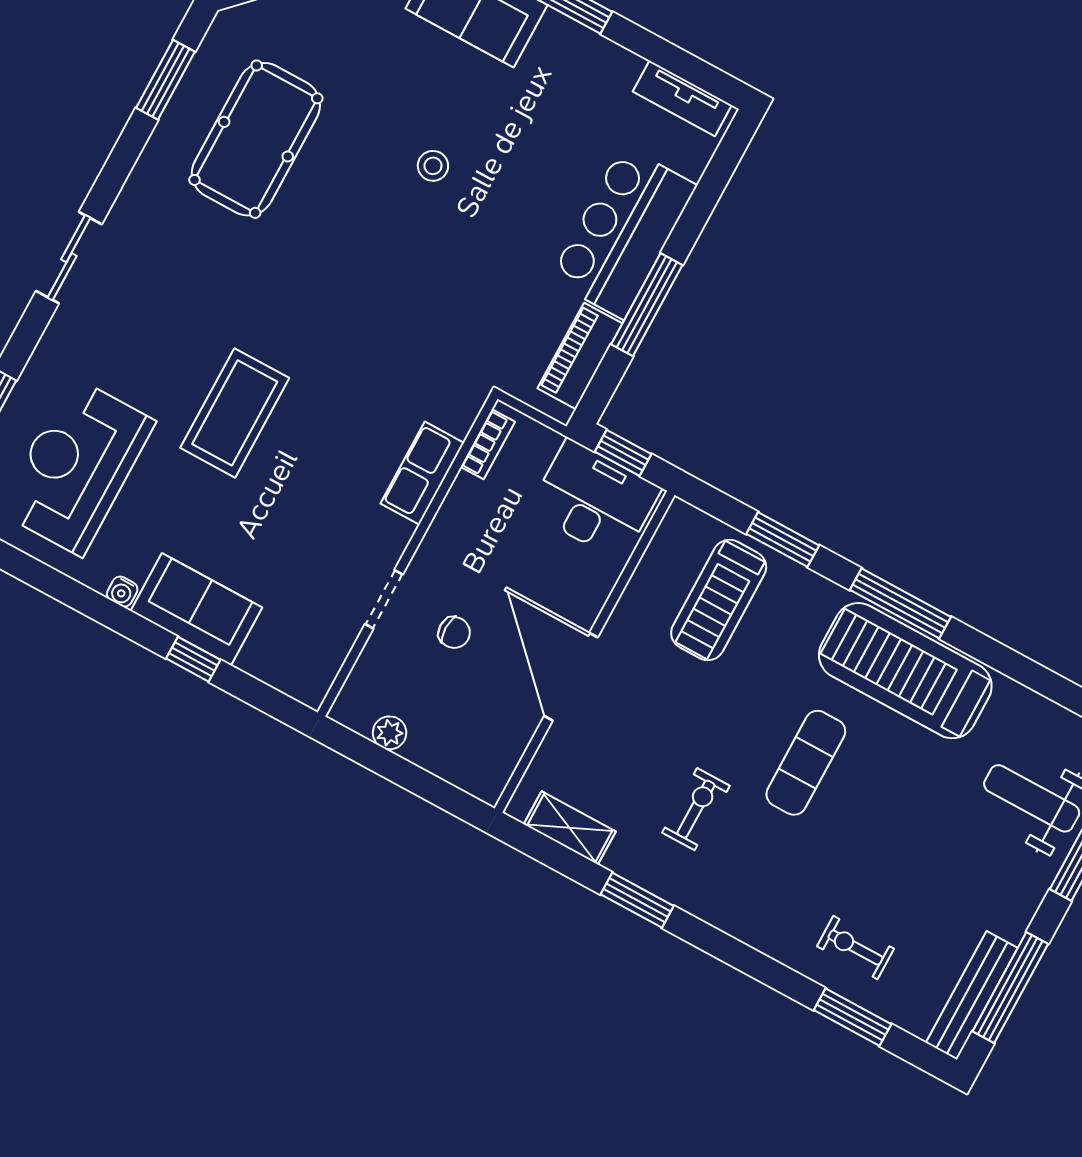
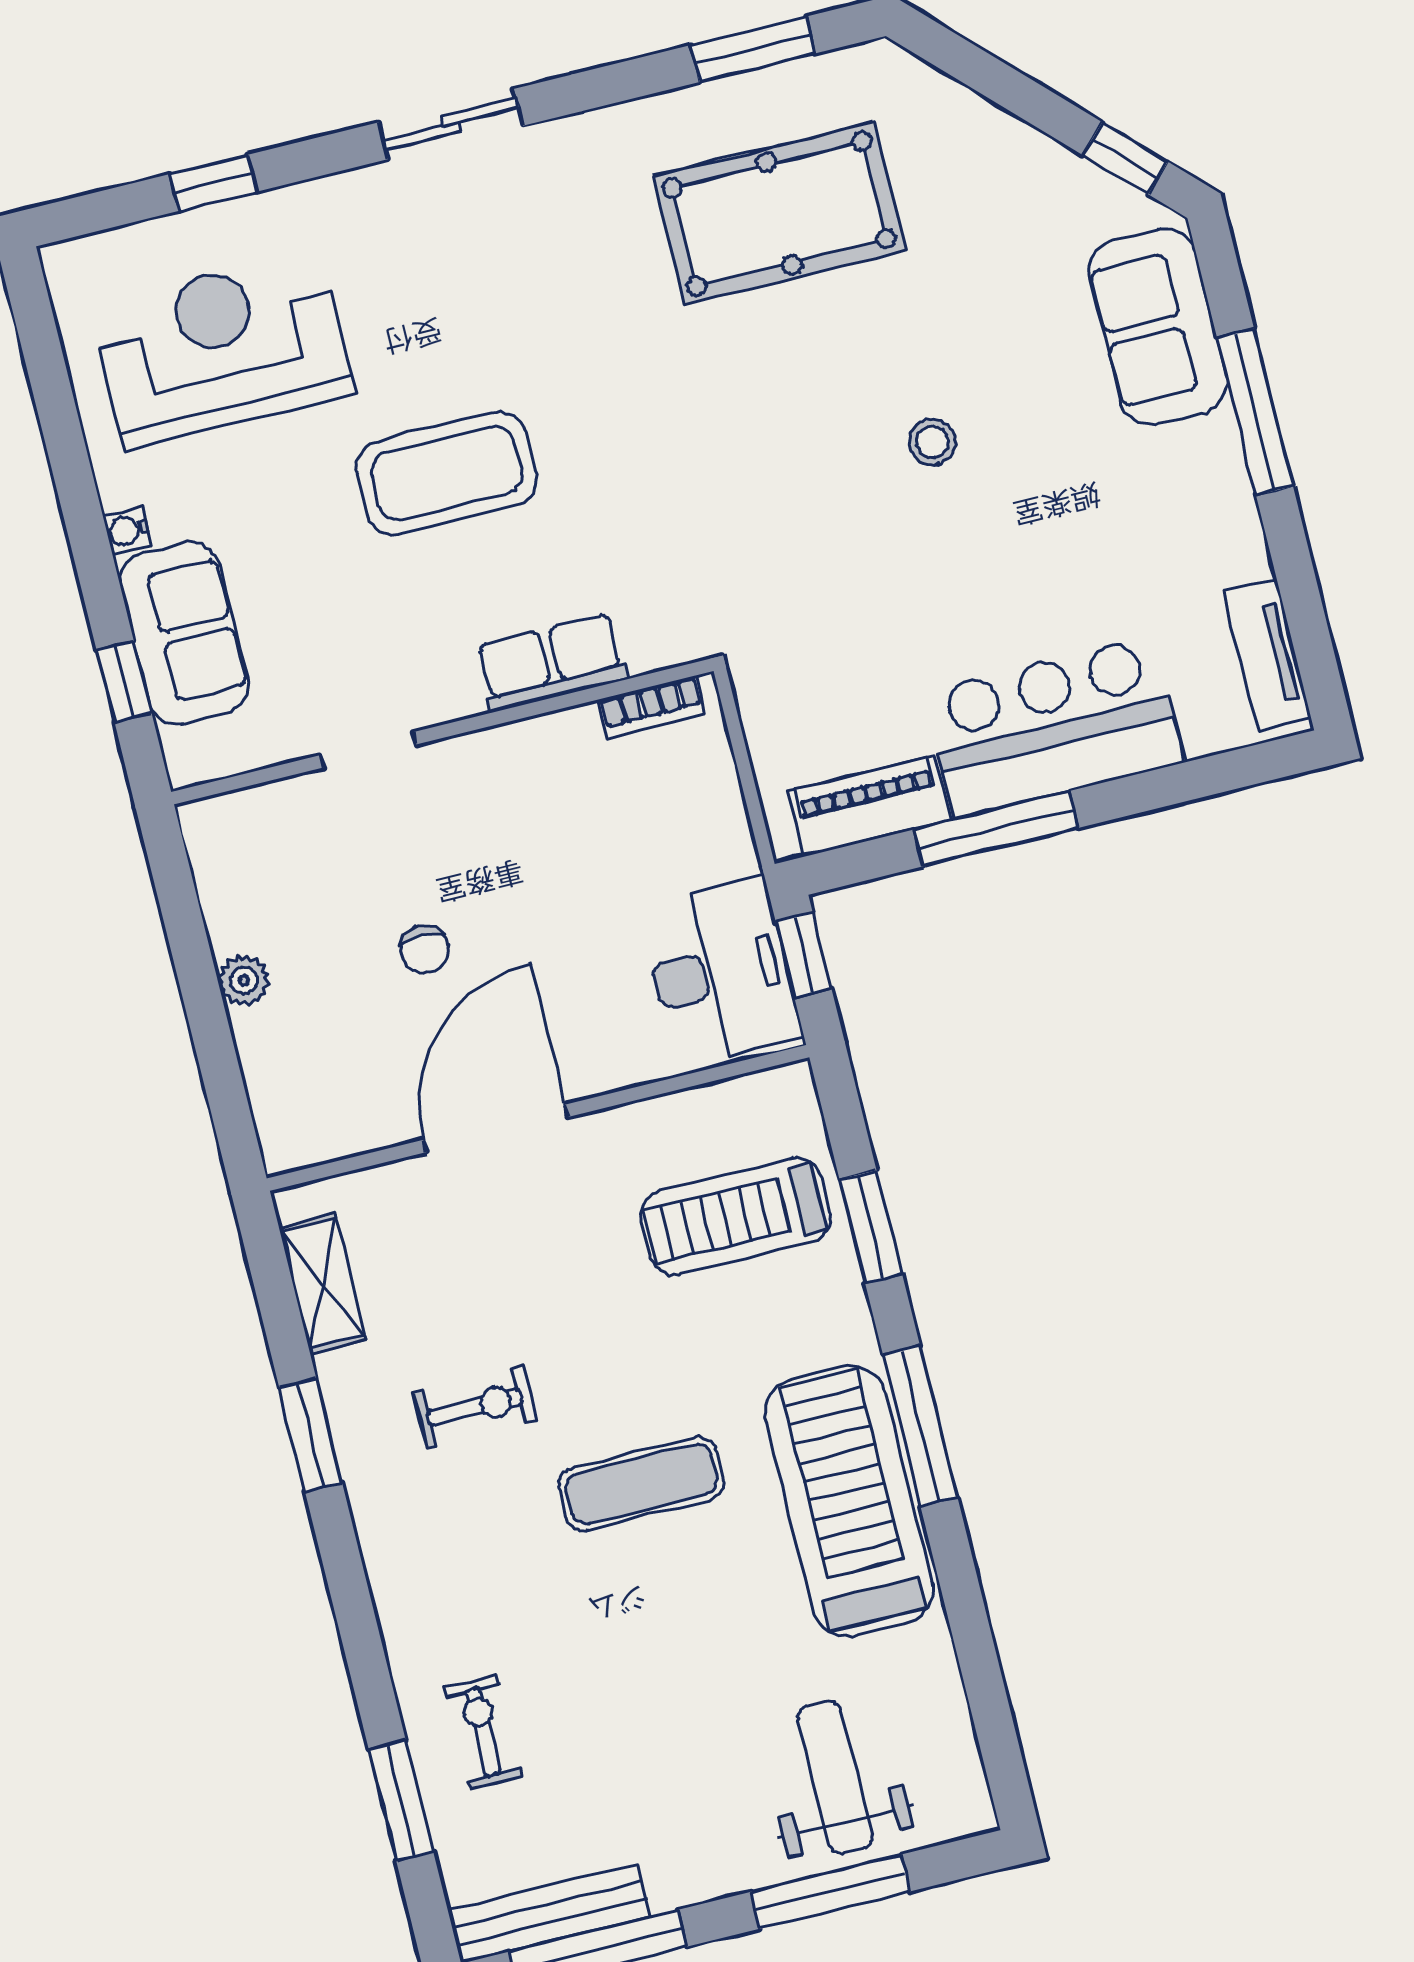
bookcase: (488, 444) -> (652, 707), moved
row of seats: (422, 473) -> (551, 663), moved
wall: (408, 556) -> (442, 731), moved
doorway: (384, 599) -> (368, 750), moved

